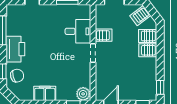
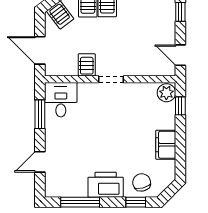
desk: (78, 31) -> (61, 100), moved

